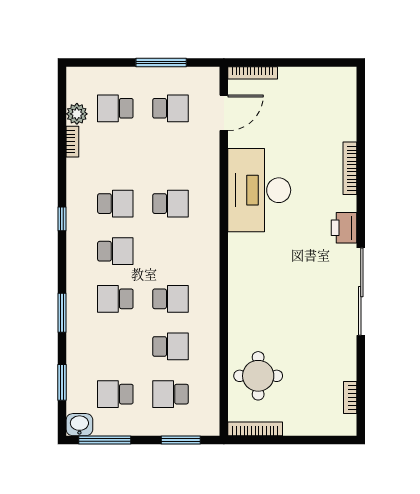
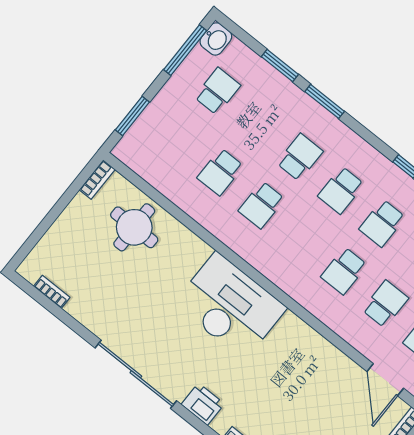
desk: (259, 190) -> (230, 306), moved
window: (62, 382) -> (280, 66), moved
school desk: (171, 394) -> (385, 304), moved
bookcase: (255, 429) -> (97, 180), width x0.64

